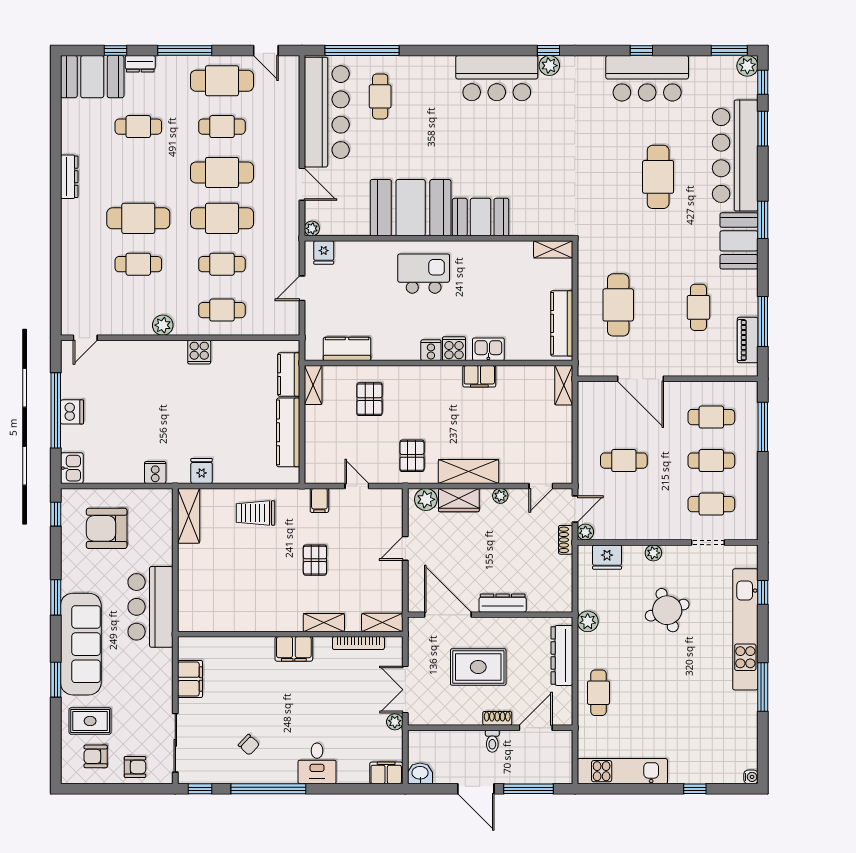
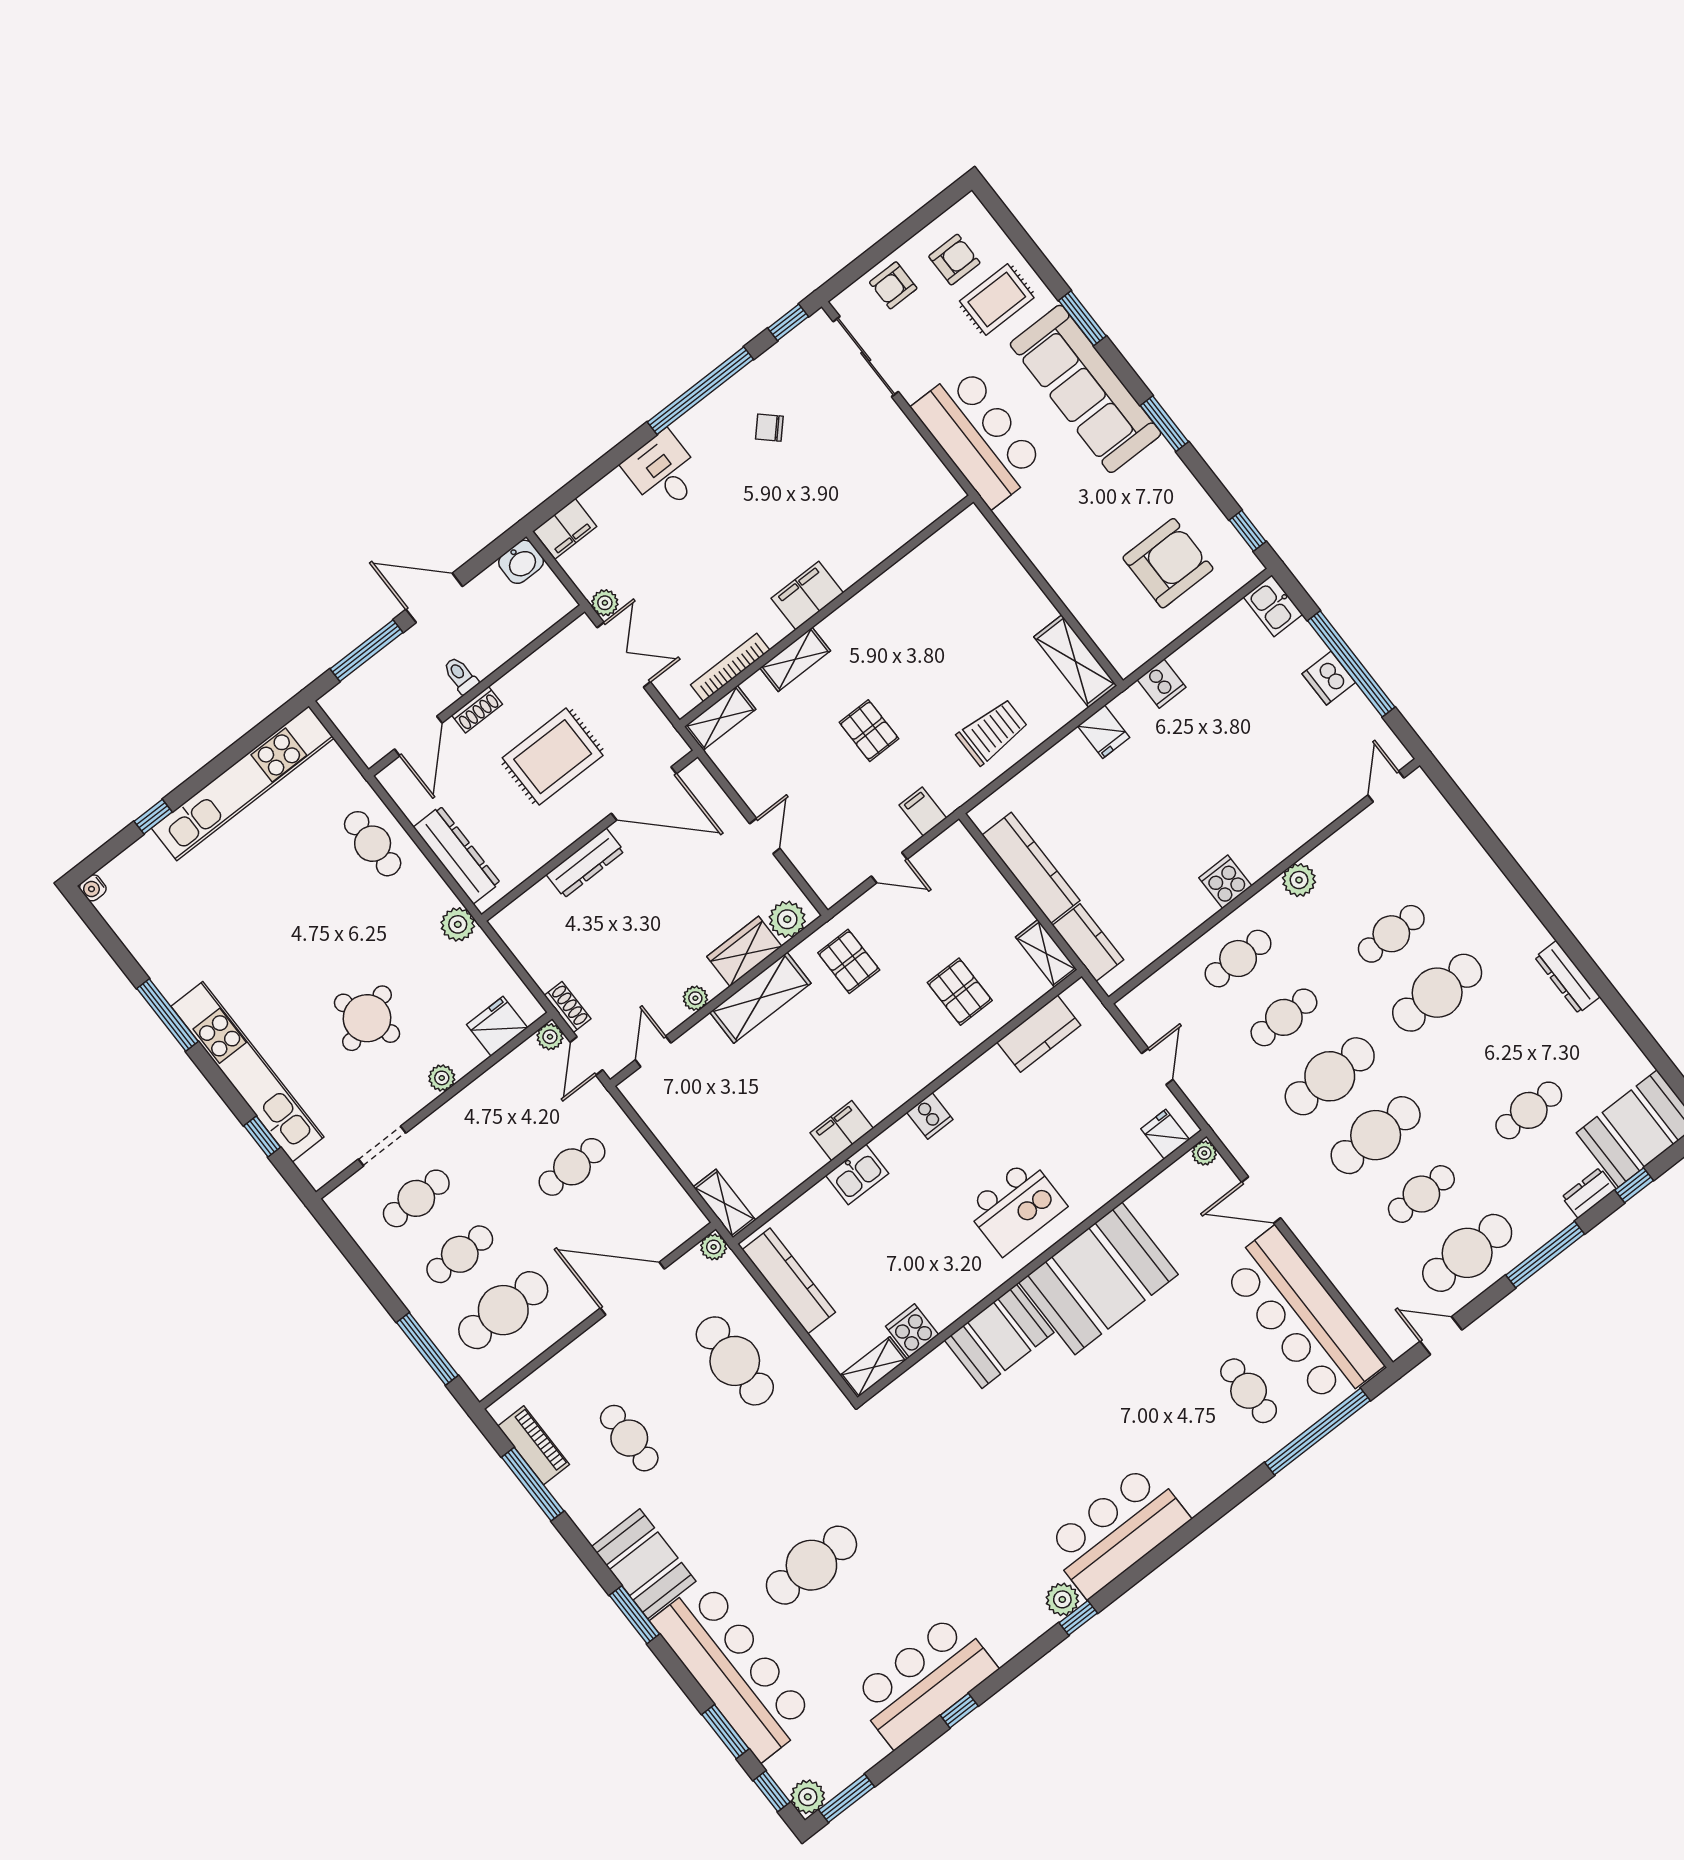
cafe table: (658, 177) -> (811, 1565), turned 90
cooker: (454, 349) -> (912, 1331), moved, turned 180
plant: (585, 368) -> (714, 1247), added
cafe table: (711, 417) -> (503, 1310), width x1.37, depth x1.35
bar counter: (150, 607) -> (979, 436), moved
filing cabinet: (190, 679) -> (910, 453), removed
kitchen unit: (622, 771) -> (243, 783), width x1.36

